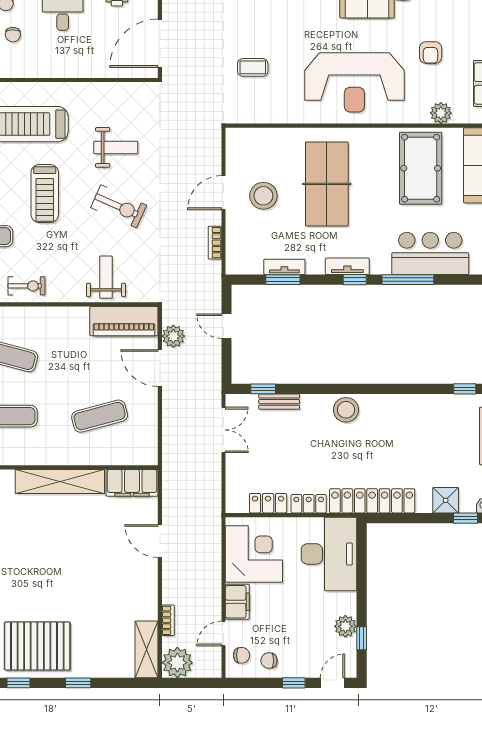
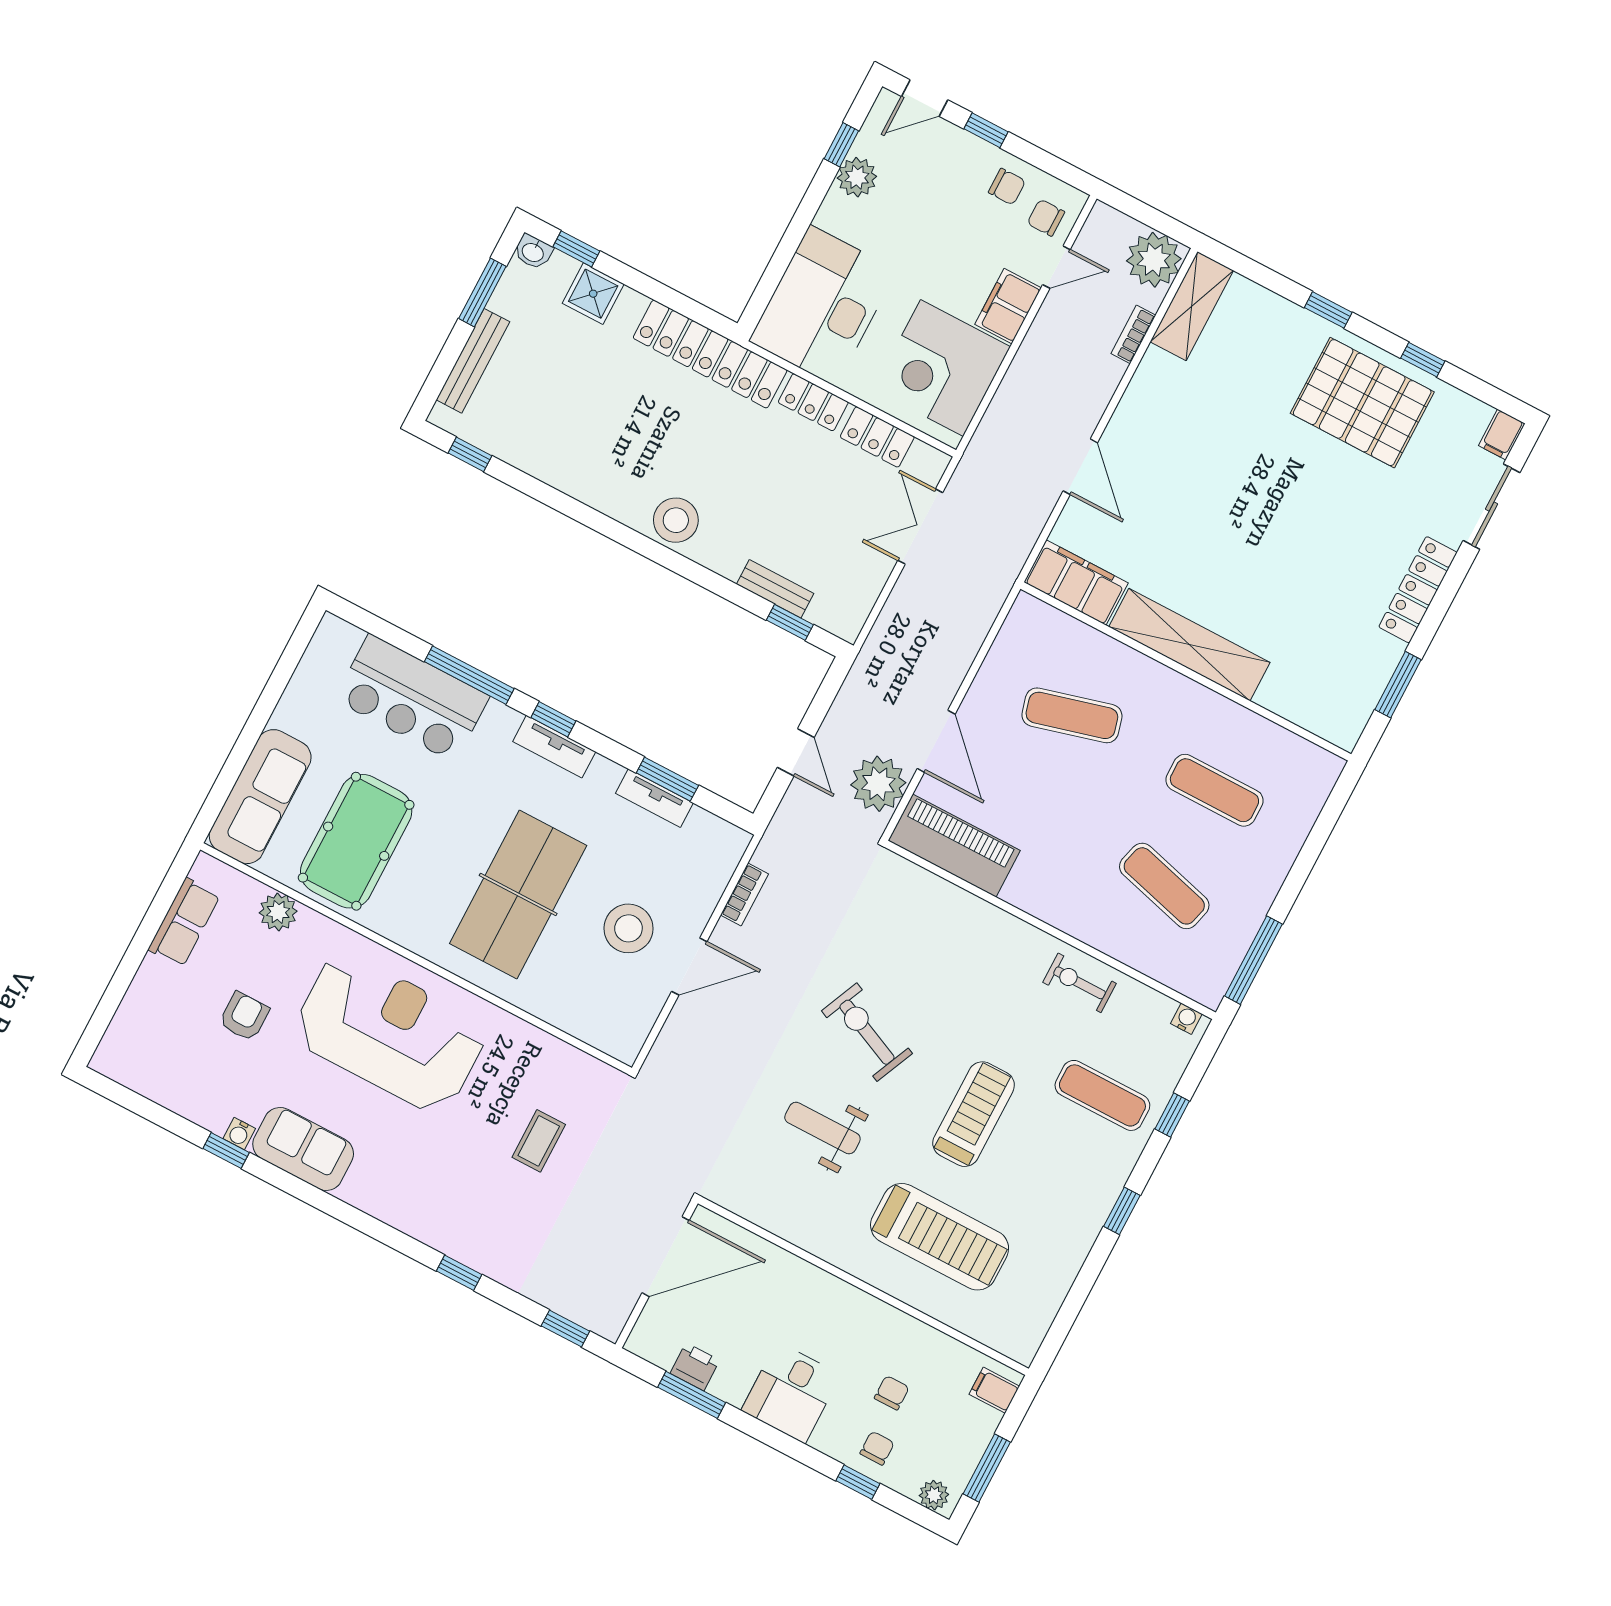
coffee table: (253, 67) -> (539, 1141), turned 90
weight bench: (106, 277) -> (946, 930), removed
plant: (173, 336) -> (878, 784), width x1.36, depth x1.36
double door: (223, 430) -> (920, 527), moved

